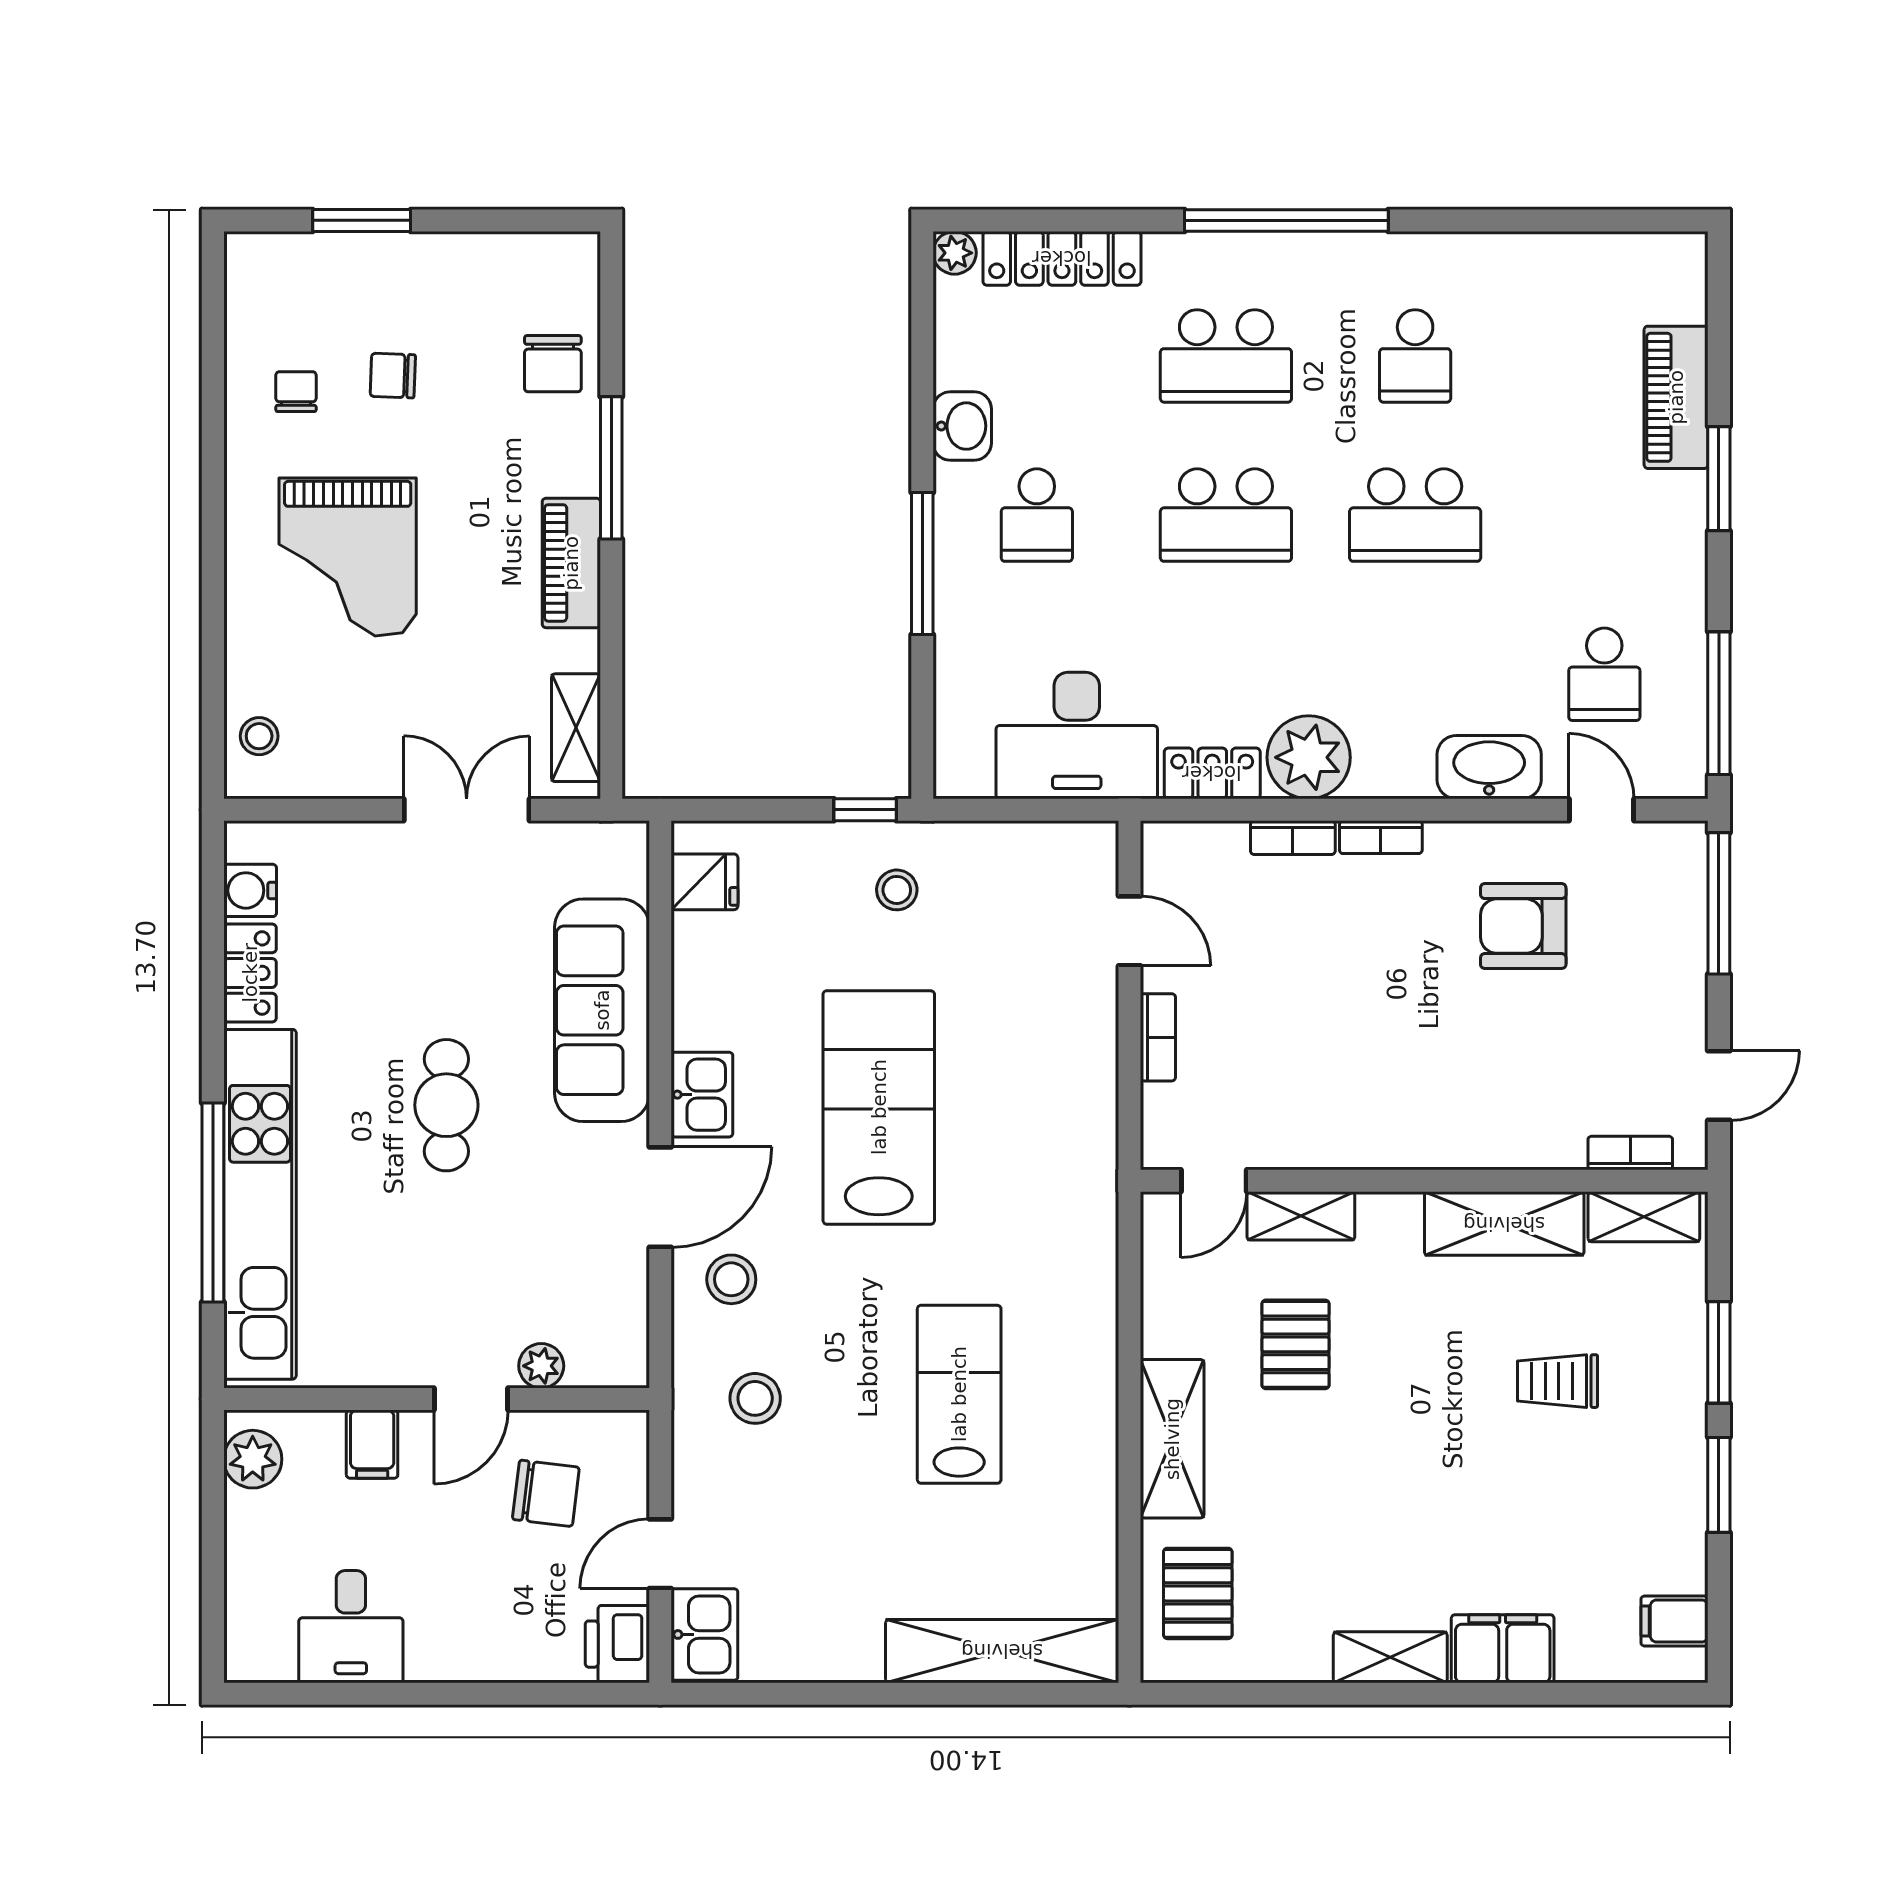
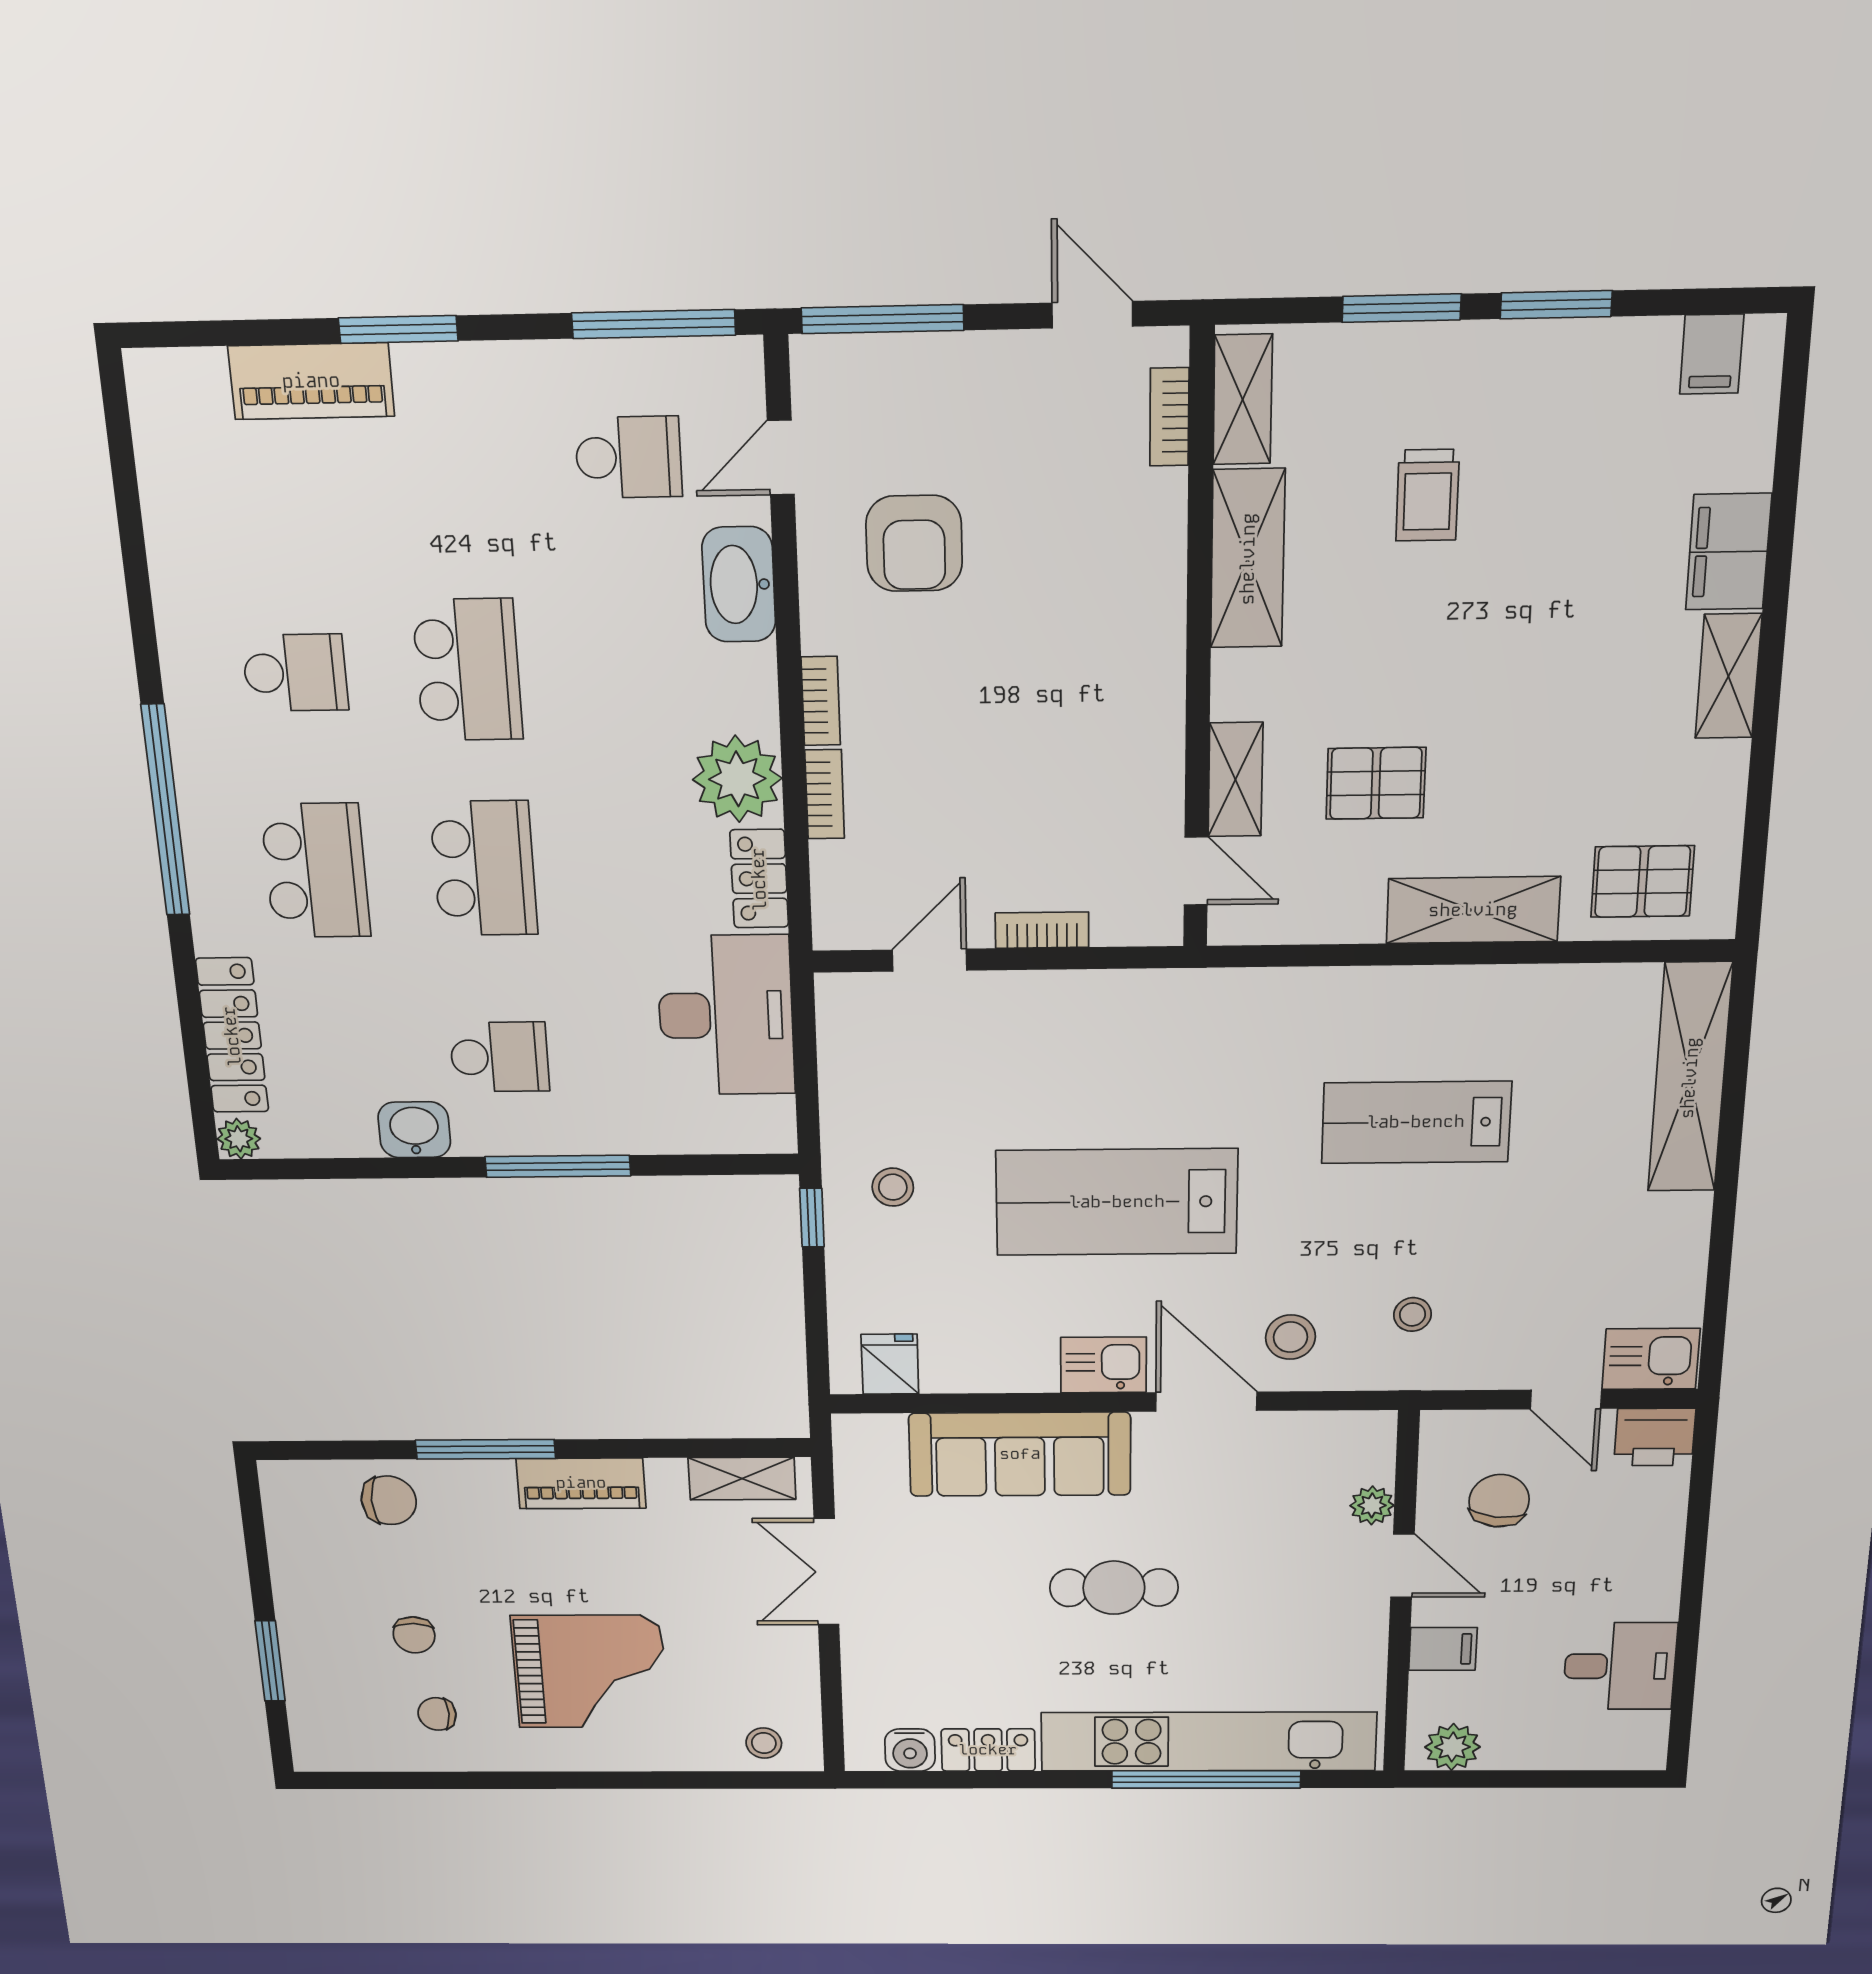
stool: (755, 1398) -> (1412, 1314), width x0.73, depth x0.73

